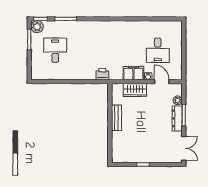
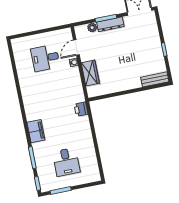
plant: (37, 27) -> (46, 185), removed
desk: (55, 50) -> (66, 162), turned -90
desk: (158, 50) -> (45, 58), turned 180
filing cabinet: (133, 73) -> (36, 131), moved, turned 180
bench: (117, 118) -> (155, 79), moved

